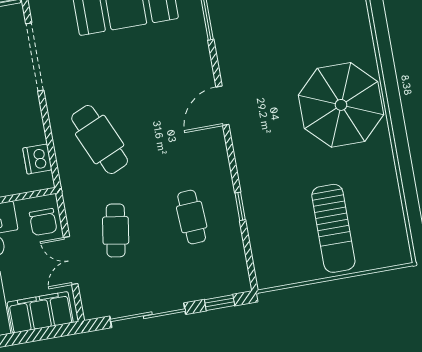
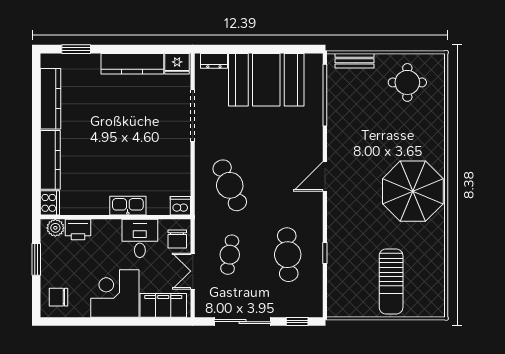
dishwasher: (37, 159) -> (180, 206), moved, turned 90
cafe table: (192, 217) -> (288, 255), width x1.37, depth x1.35

